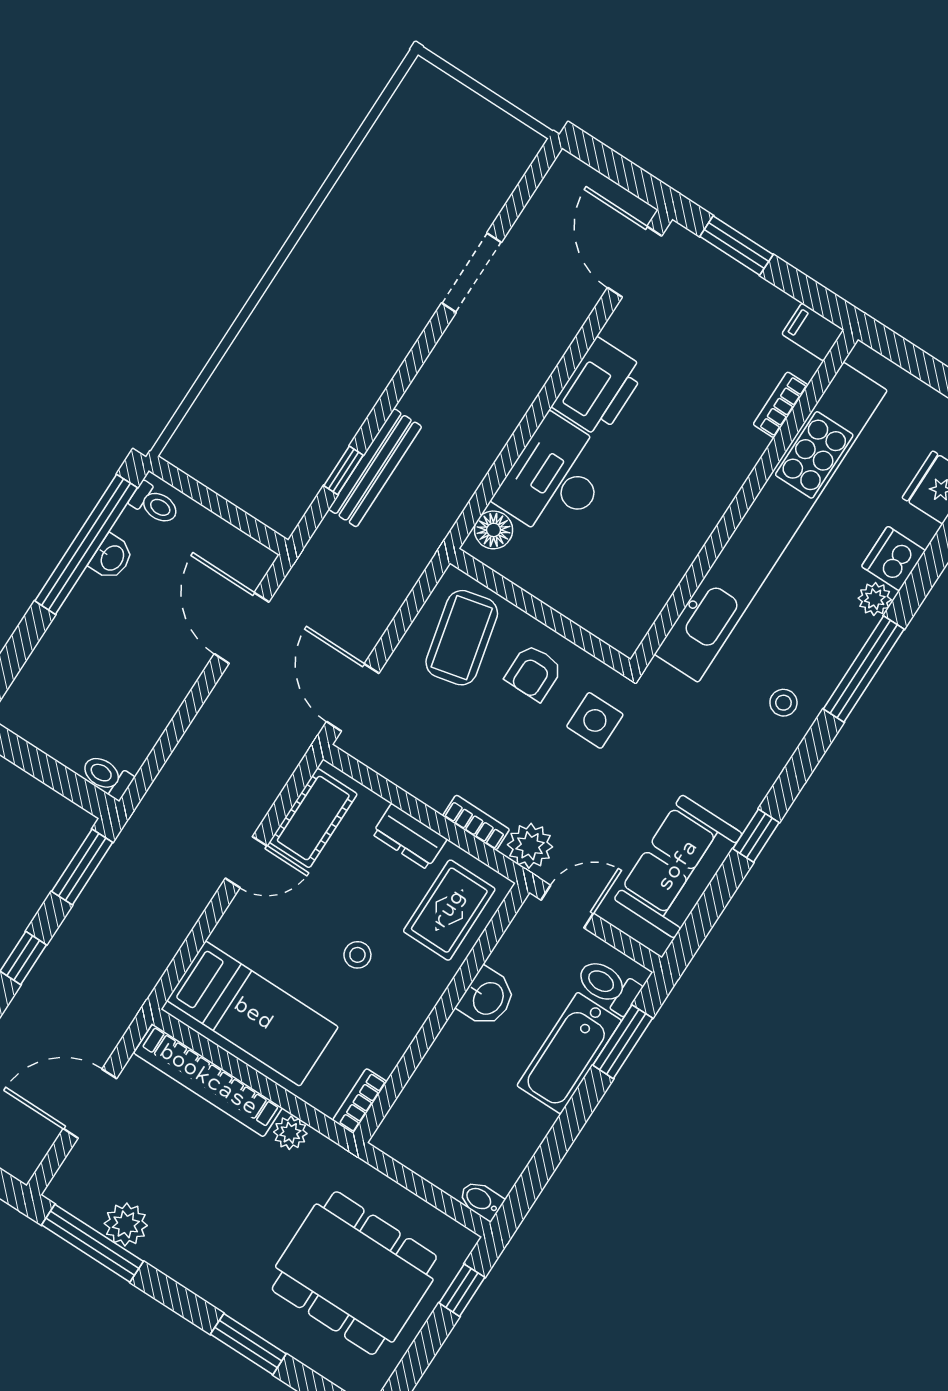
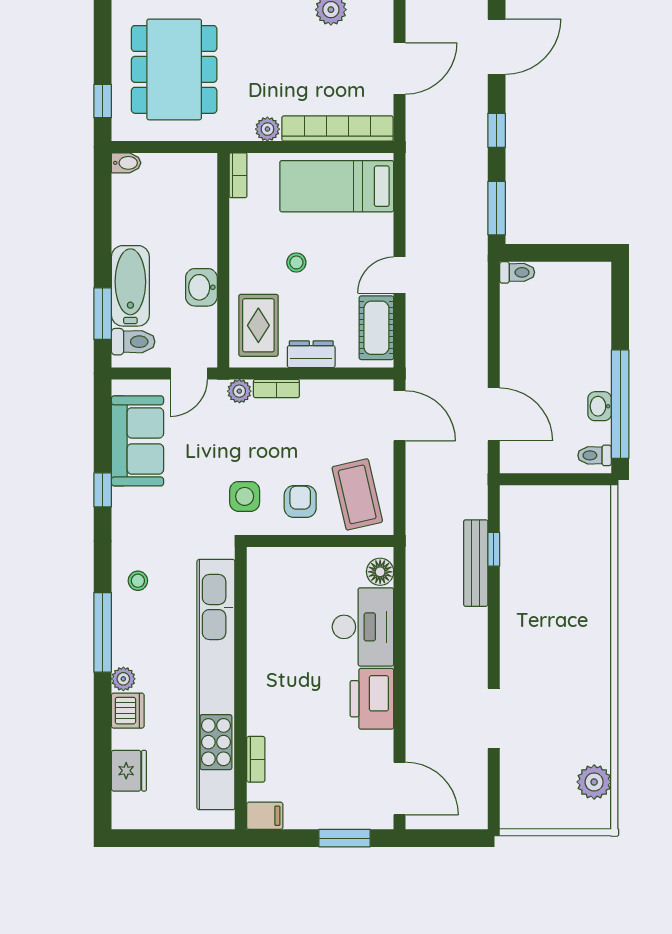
plant: (402, 122) -> (594, 782), added
plant: (530, 846) -> (239, 391), width x0.73, depth x0.73
dining table: (354, 1273) -> (174, 69), turned 90

